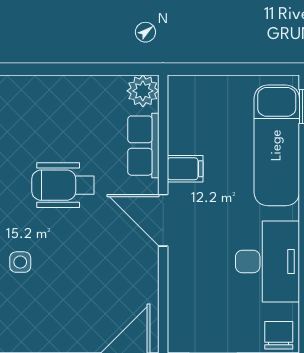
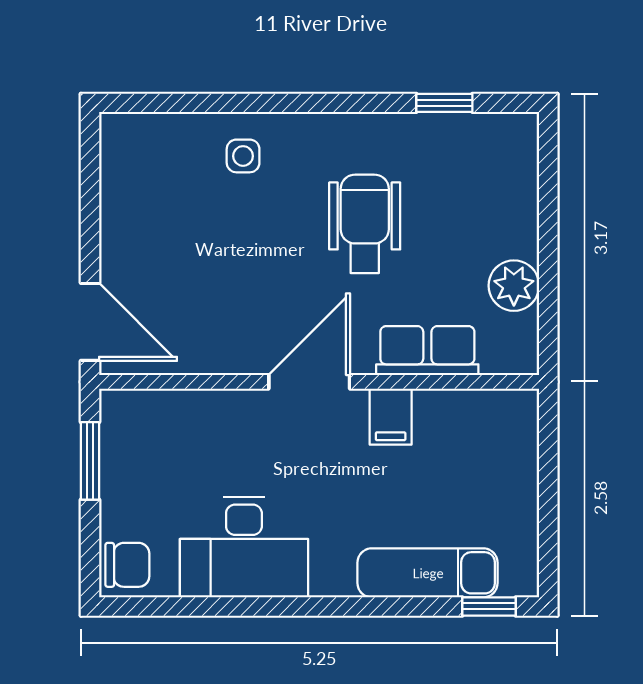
plant: (143, 91) -> (514, 286), moved
exam couch: (277, 145) -> (428, 573), width x0.73, depth x0.69

